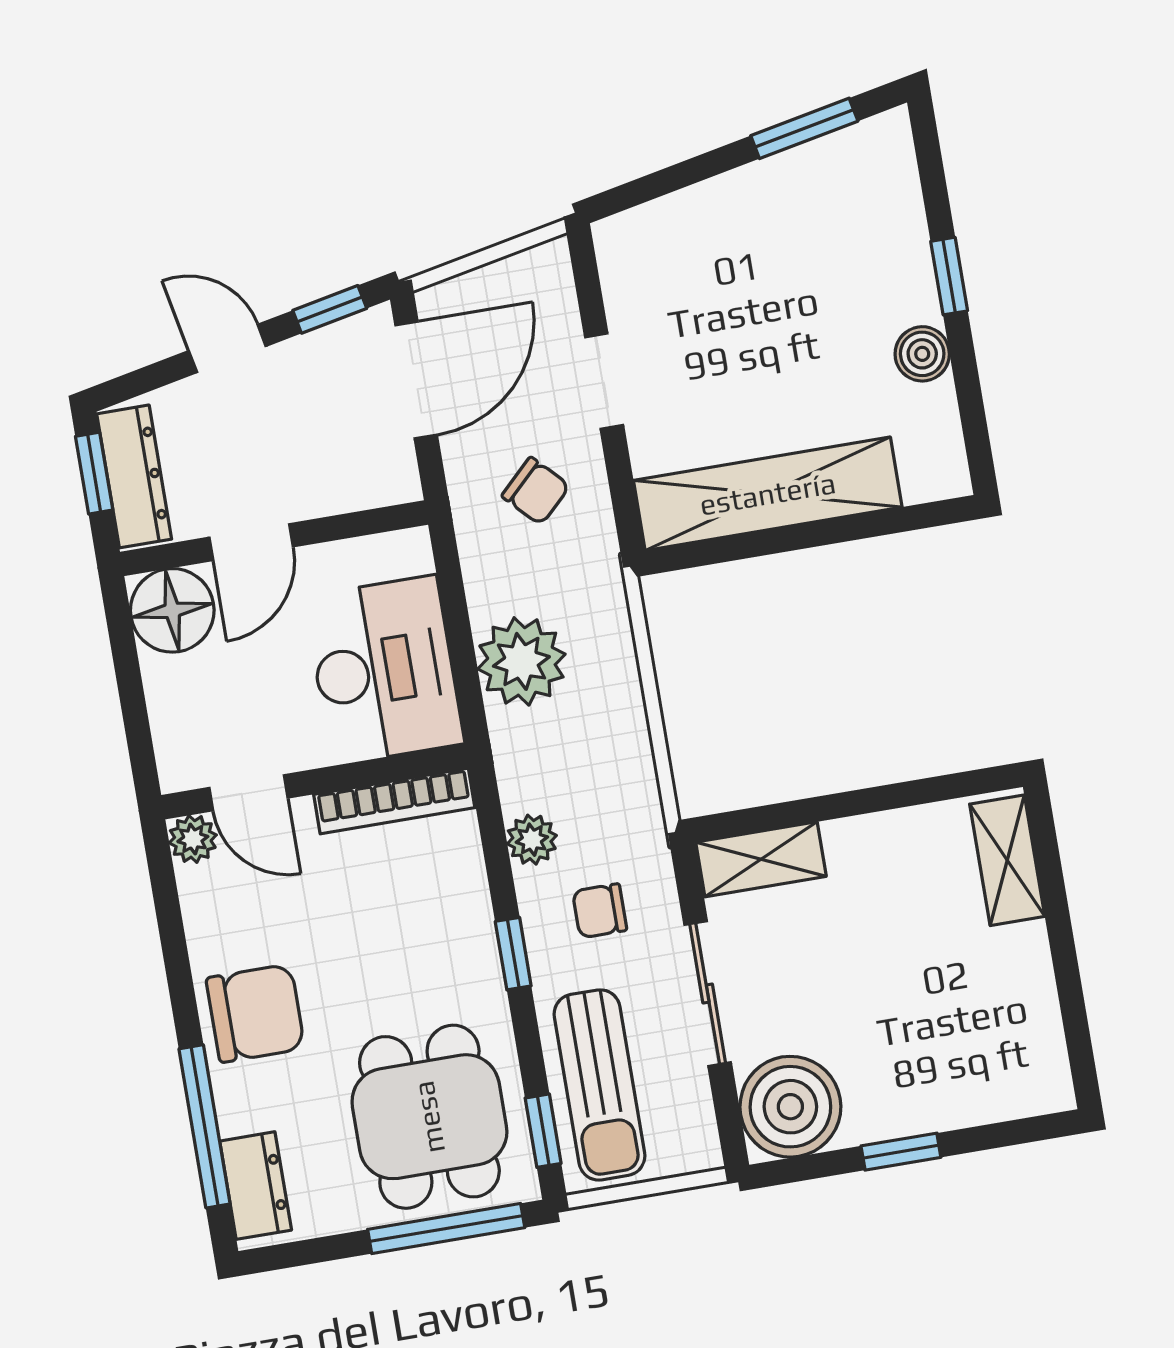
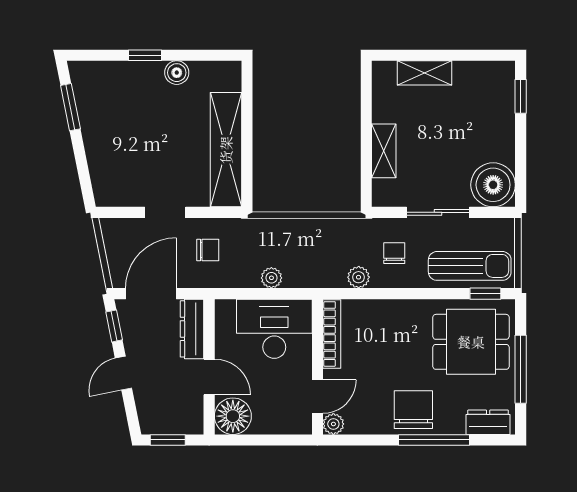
door: (416, 380) -> (151, 294), hinge flipped
dresser: (134, 476) -> (192, 329), moved, turned -90
chair: (536, 491) -> (208, 250), turned 44
plant: (521, 661) -> (271, 278), width x0.53, depth x0.53
shelving: (761, 859) -> (384, 151), moved
shelving: (1007, 860) -> (425, 73), moved
chair: (600, 911) -> (394, 253), turned 180
window: (513, 954) -> (407, 294), removed
window: (205, 1126) -> (434, 440), moved
window: (901, 1152) -> (521, 96), moved
window: (446, 1229) -> (521, 369), moved

